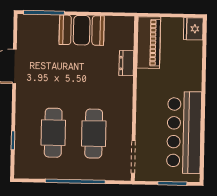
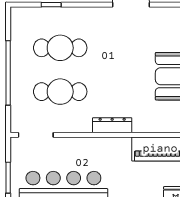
dresser: (126, 63) -> (112, 125), moved, width x1.44

